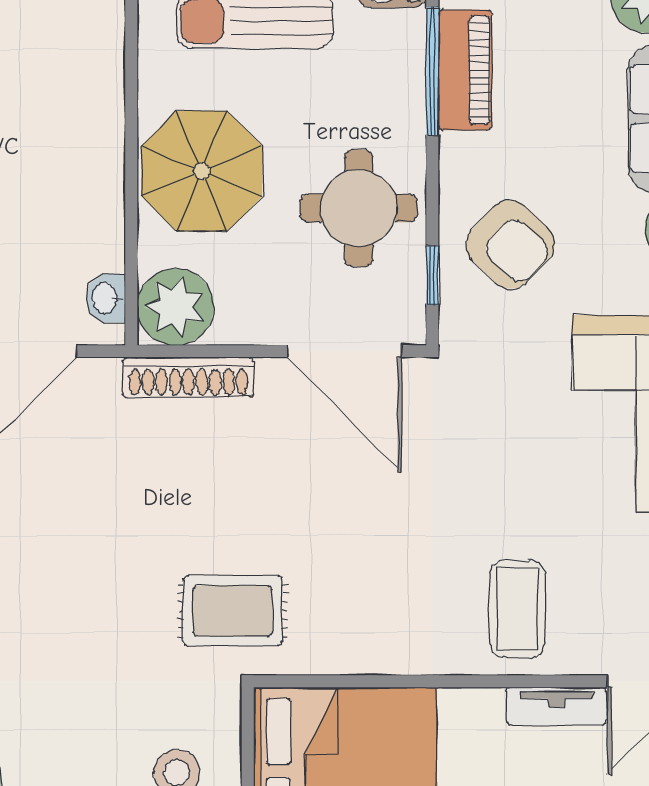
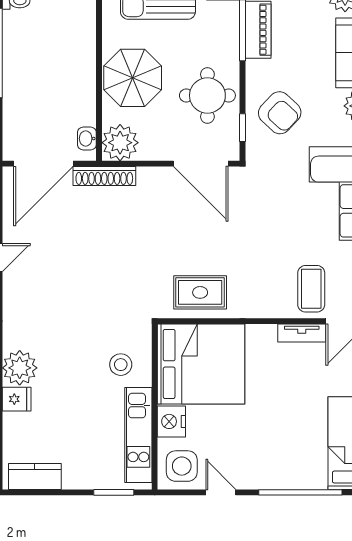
shoe rack: (188, 377) -> (104, 176), moved
coffee table: (517, 609) -> (311, 289), moved
rug: (233, 611) -> (200, 292), moved

